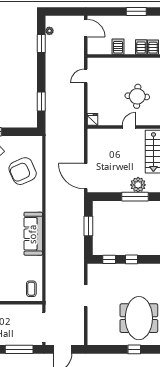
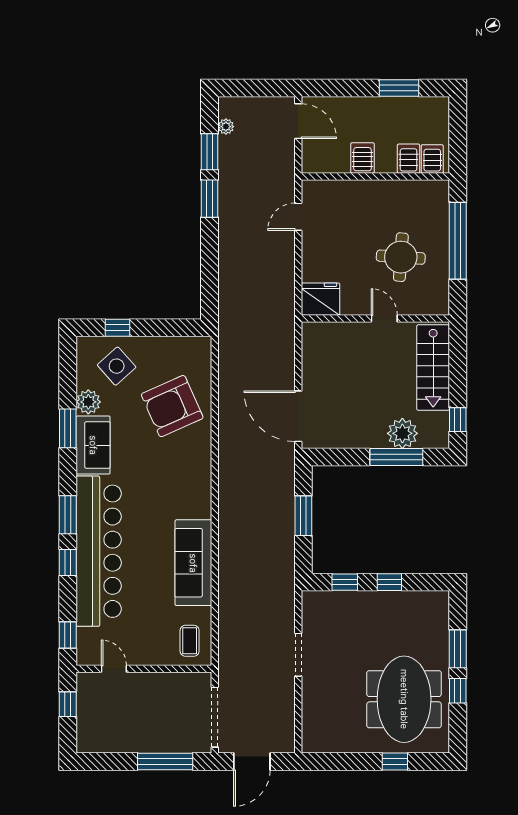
window: (41, 102) -> (210, 199), moved
fridge: (92, 119) -> (320, 299), width x1.88, depth x1.34
door: (129, 127) -> (384, 318), hinge flipped
sofa: (33, 234) -> (193, 563), moved

